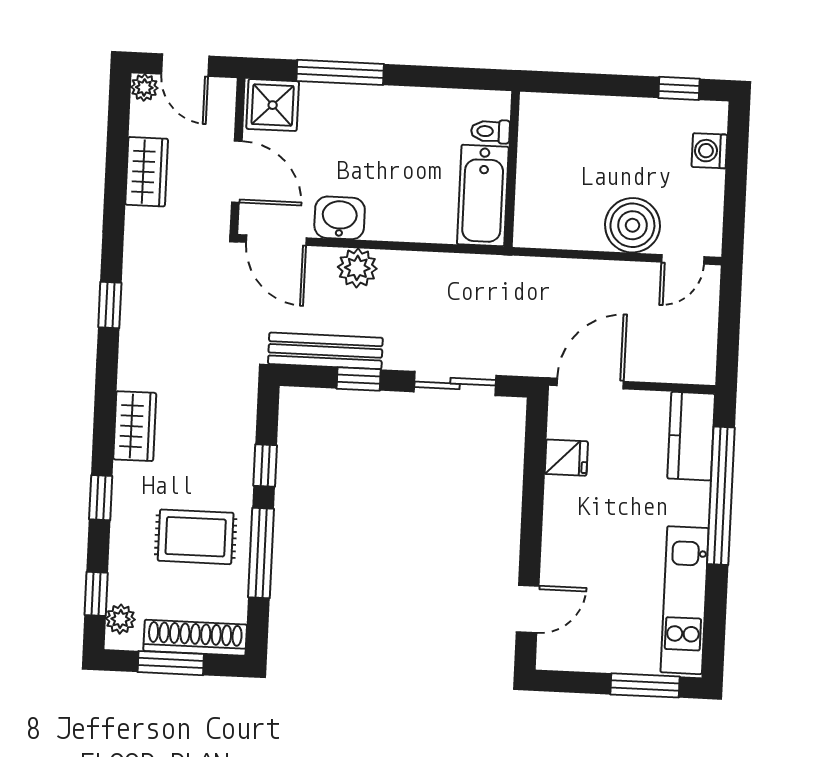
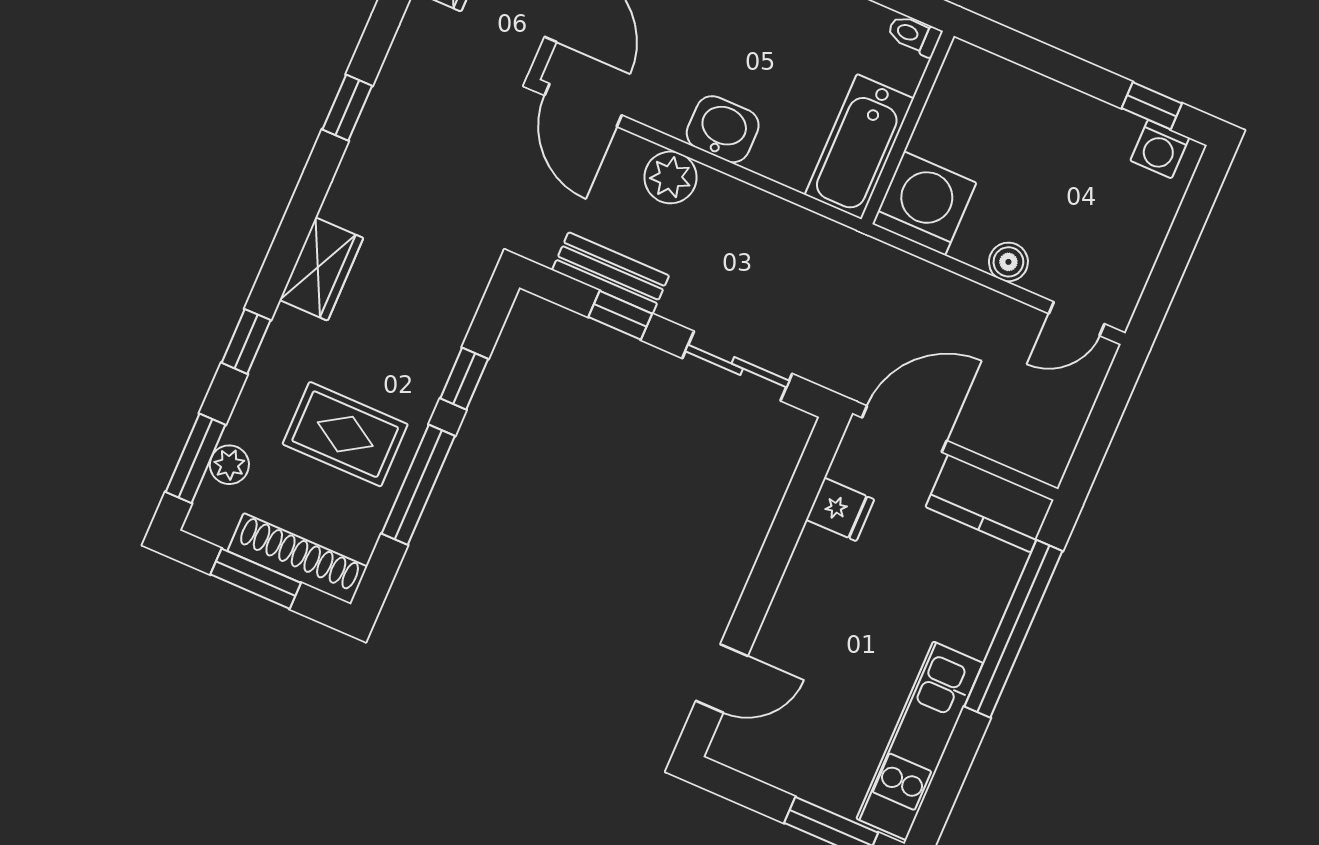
toilet: (490, 131) -> (914, 35), moved
washing machine: (709, 151) -> (1160, 149), moved, turned -90
washbasin: (340, 218) -> (723, 129), moved
washing machine: (544, 218) -> (924, 203), added
boiler: (632, 225) -> (1008, 262), width x0.54, depth x0.54
bench: (325, 351) -> (611, 273), width x0.73
kitchen counter: (691, 436) -> (990, 503), moved, turned -90
window: (96, 594) -> (195, 458), width x1.50
plant: (120, 619) -> (229, 465), moved

